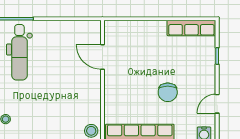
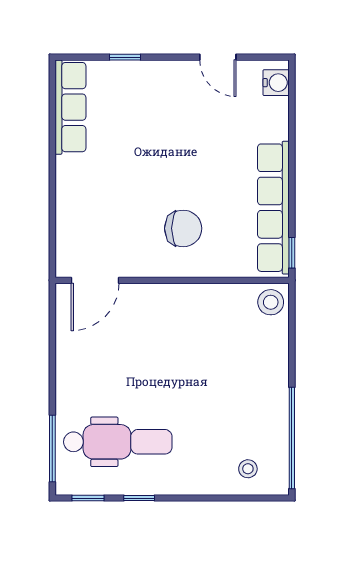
door: (102, 57) -> (95, 280), moved
chair: (168, 92) -> (183, 228), moved

